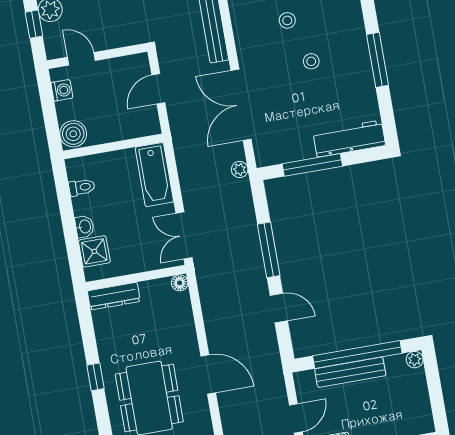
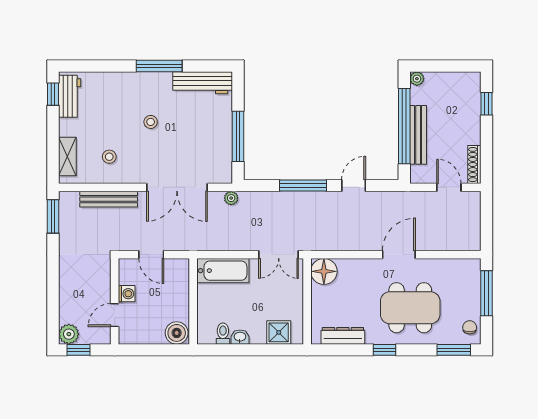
stool: (287, 20) -> (109, 157), moved
washing machine: (62, 90) -> (127, 294), moved, turned 90
workbench: (349, 139) -> (203, 83), moved, turned -90
washbasin: (85, 227) -> (240, 337), moved
floor lamp: (180, 283) -> (324, 271), width x1.89, depth x1.89
dresser: (114, 296) -> (343, 336), moved, turned -90

